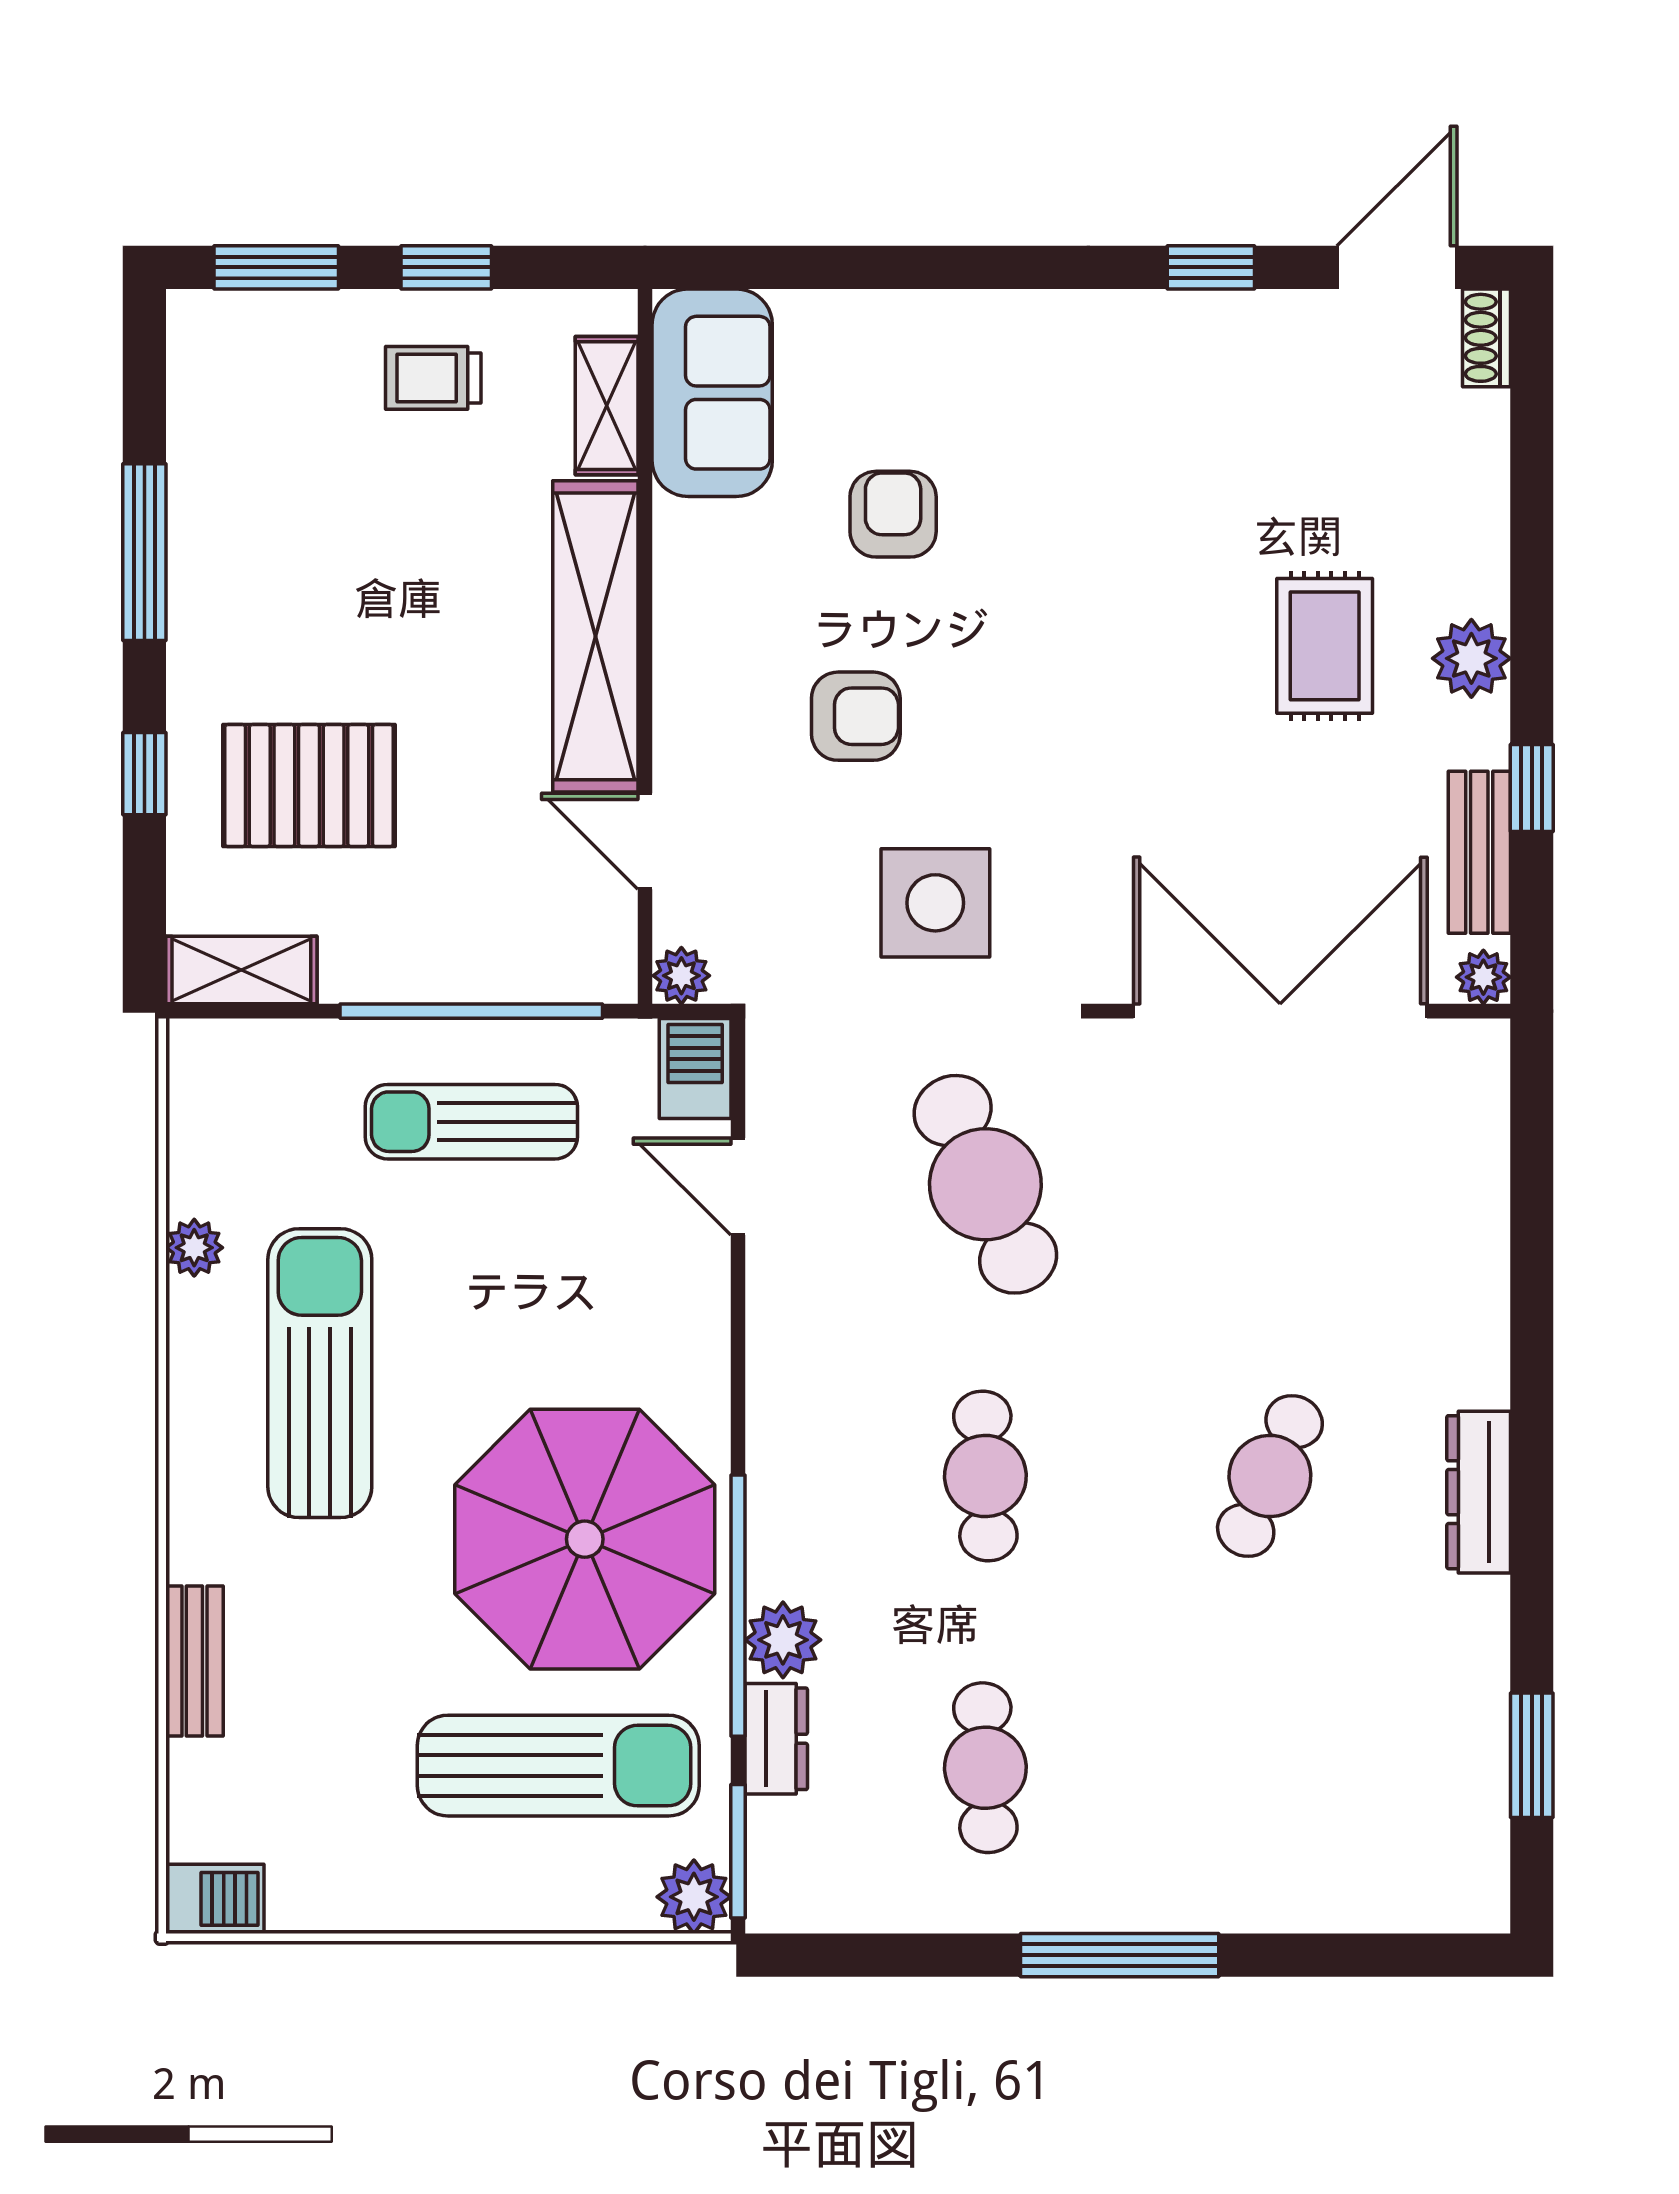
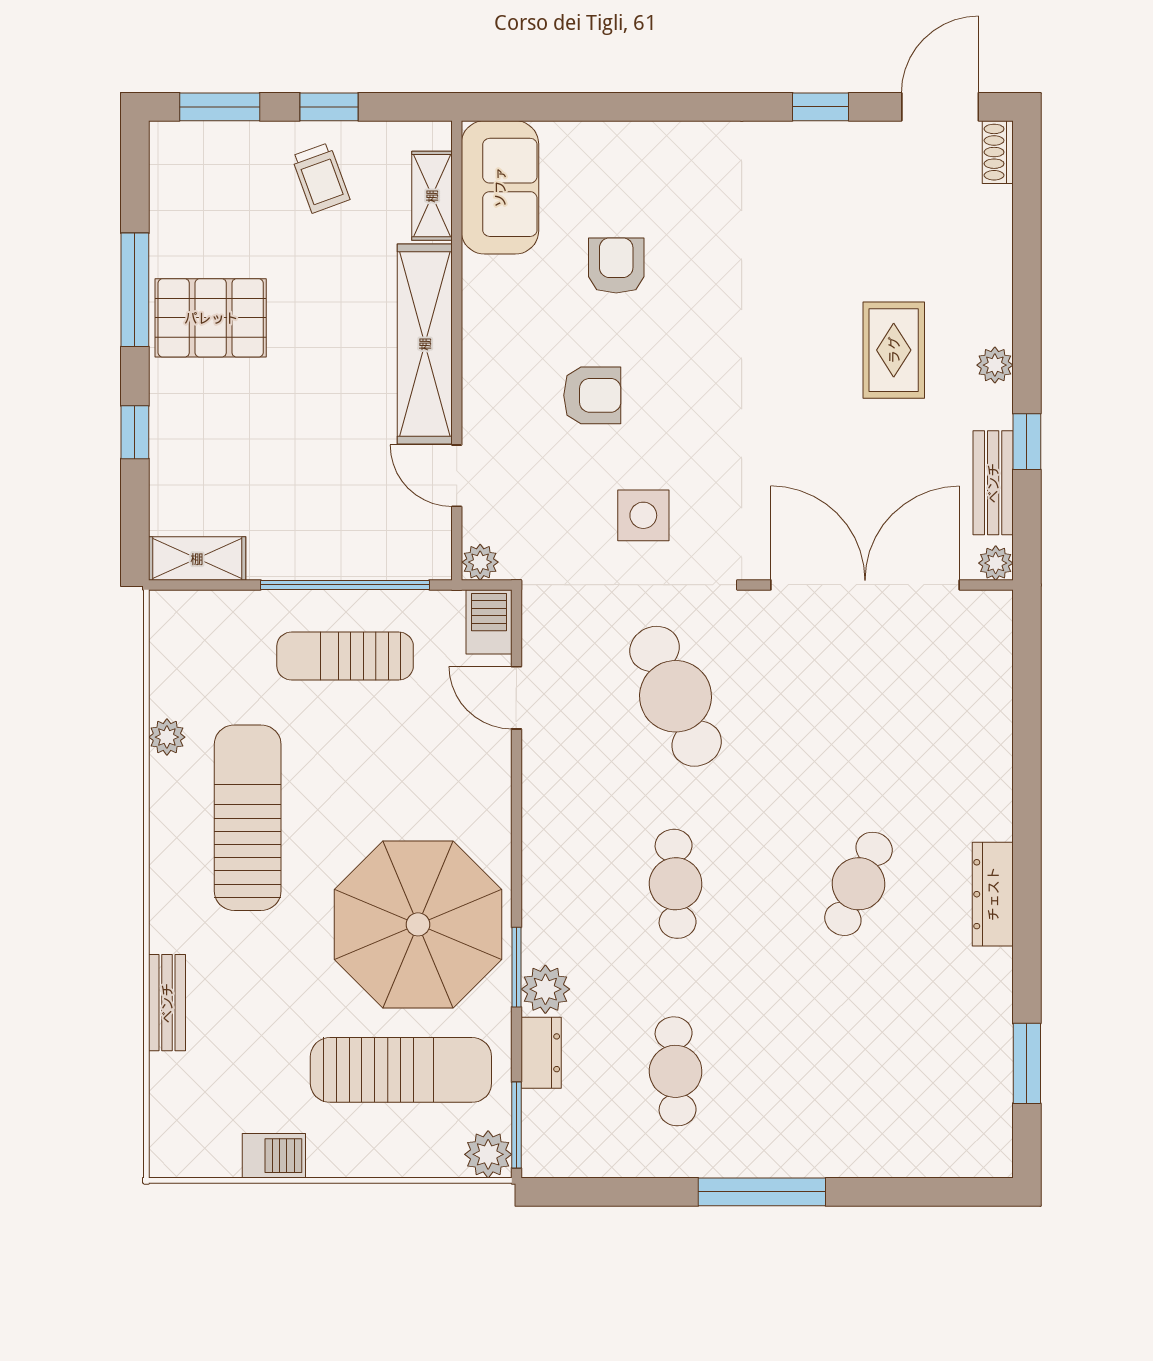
trolley: (433, 378) -> (321, 178), turned -110
plant: (1471, 658) -> (995, 365), width x0.73, depth x0.73
pallet: (309, 786) -> (211, 318), moved
side table: (935, 903) -> (643, 515), width x0.73, depth x0.73
window: (738, 1606) -> (516, 967), width x0.47
barbecue: (215, 1899) -> (274, 1156), moved

